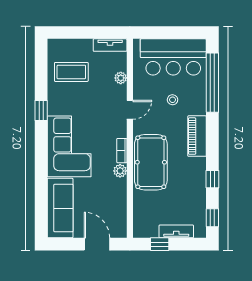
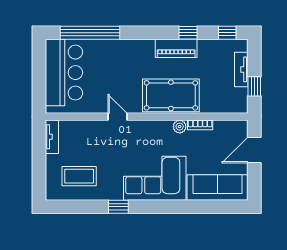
coffee table: (71, 72) -> (79, 176), turned 90
plant: (121, 78) -> (85, 126), removed
stool: (173, 100) -> (107, 73), removed
piano: (197, 136) -> (176, 48), moved
bookcase: (122, 151) -> (200, 125), moved

